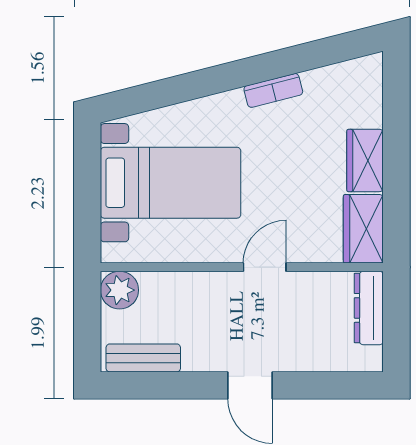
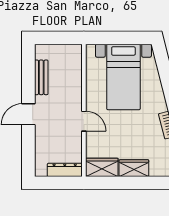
plant: (119, 290) -> (73, 53), removed
bench: (143, 358) -> (41, 77), moved

